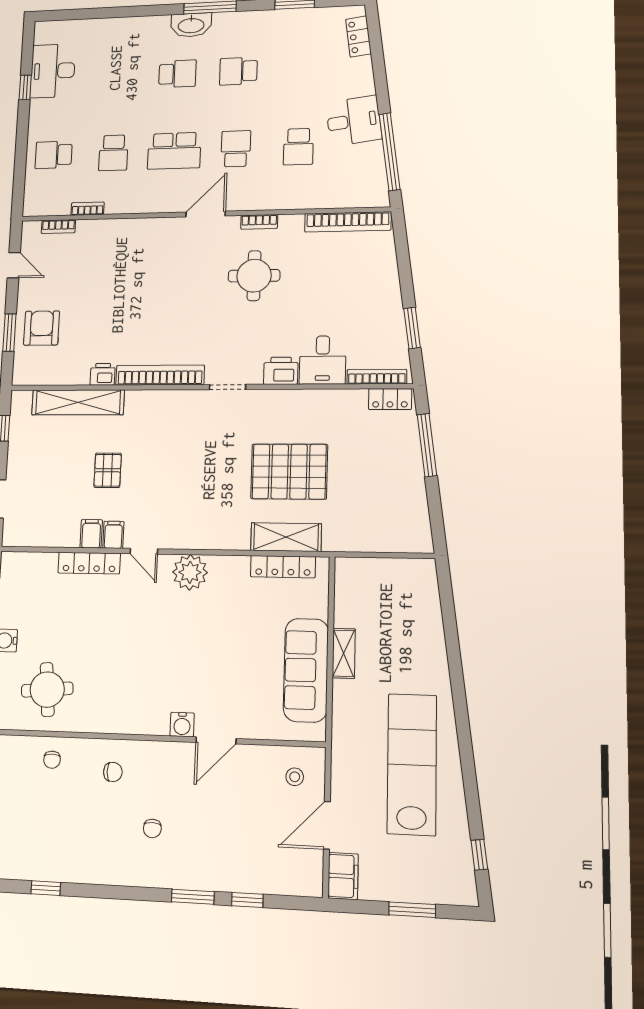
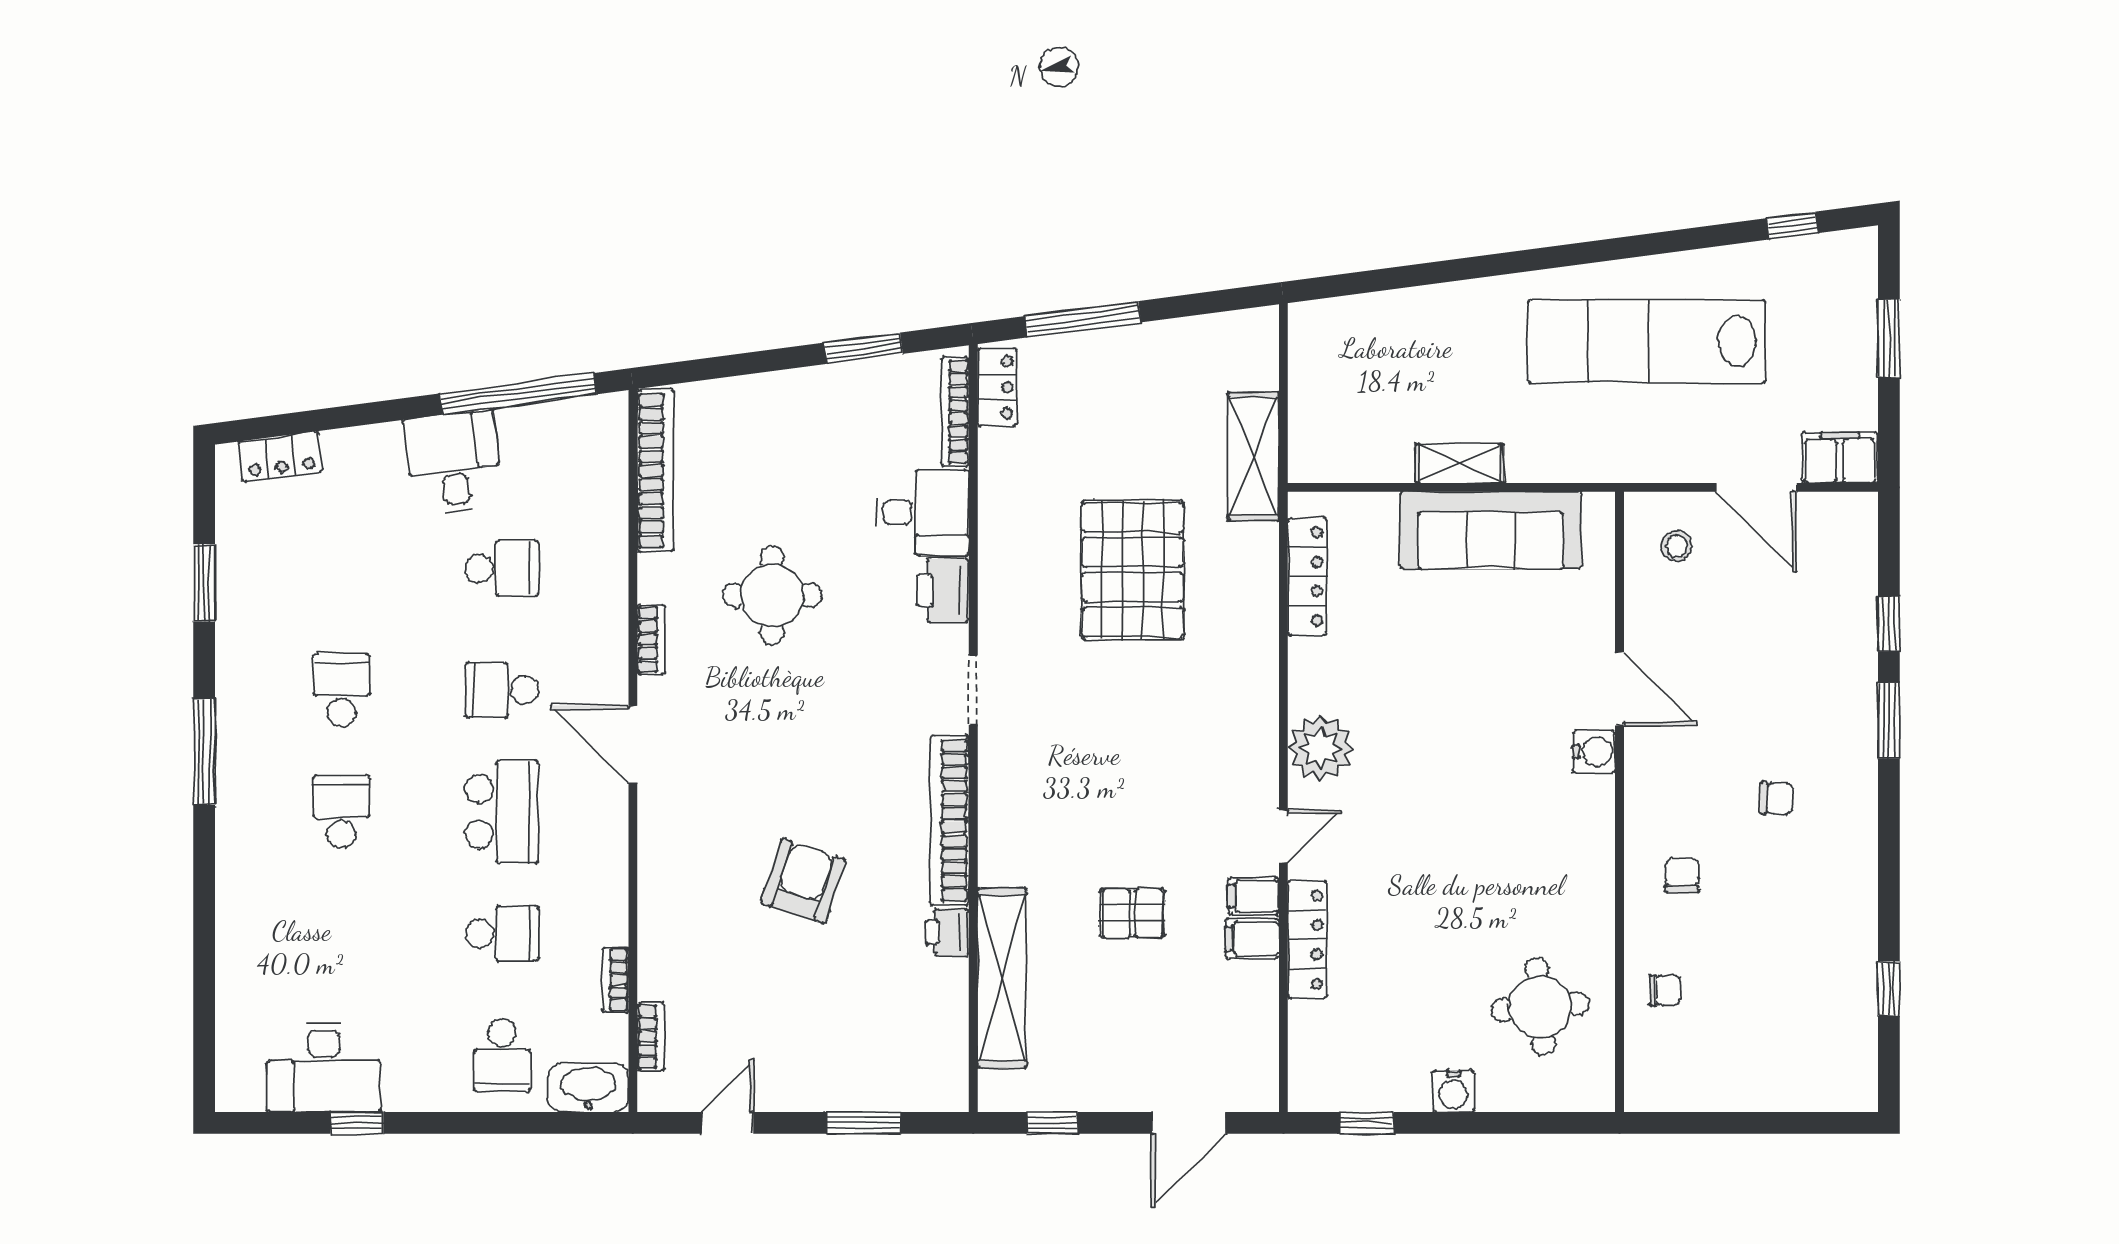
washbasin: (191, 25) -> (588, 1087), moved, turned -90
school desk: (238, 71) -> (341, 690), turned 180
round table: (254, 276) -> (772, 595), moved
armchair: (42, 328) -> (803, 881), moved, turned 108
shelving: (286, 537) -> (1253, 456), moved

